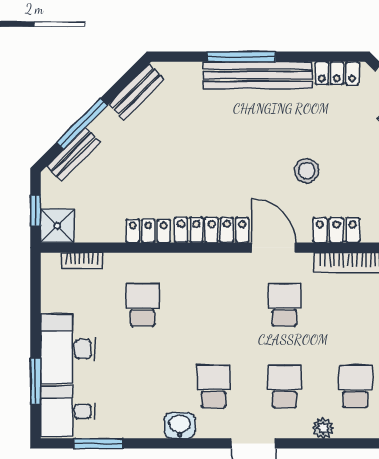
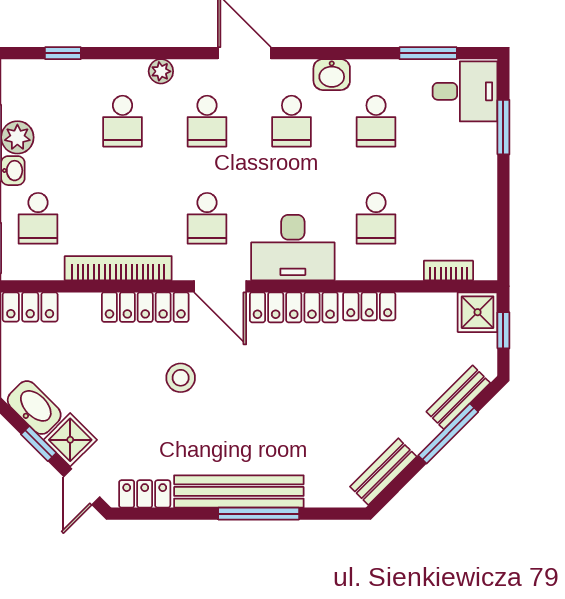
locker: (336, 230) -> (145, 307), width x1.53
desk: (68, 349) -> (293, 248), moved, turned 90
school desk: (143, 386) -> (376, 121), added

